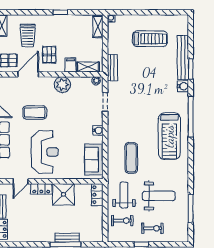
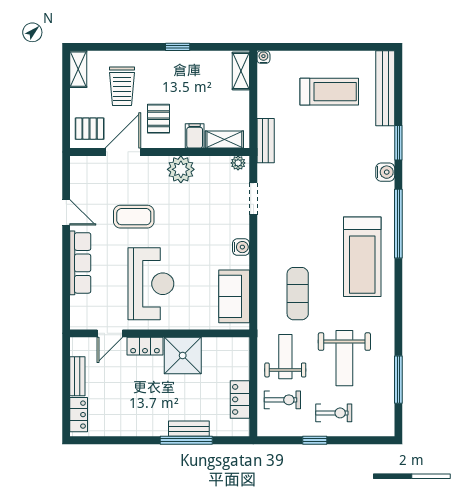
bench: (183, 58) -> (385, 88), moved
locker: (97, 195) -> (240, 399), moved
weight bench: (159, 196) -> (344, 358), turned 90

